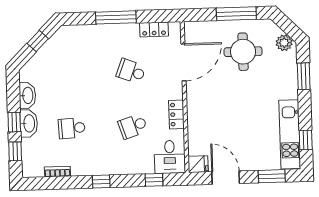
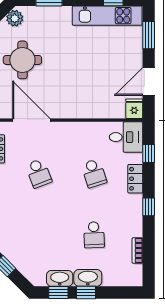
school desk: (131, 71) -> (39, 173), turned -42
locker: (176, 115) -> (135, 179), moved, turned 90
window: (15, 151) -> (58, 292), moved

